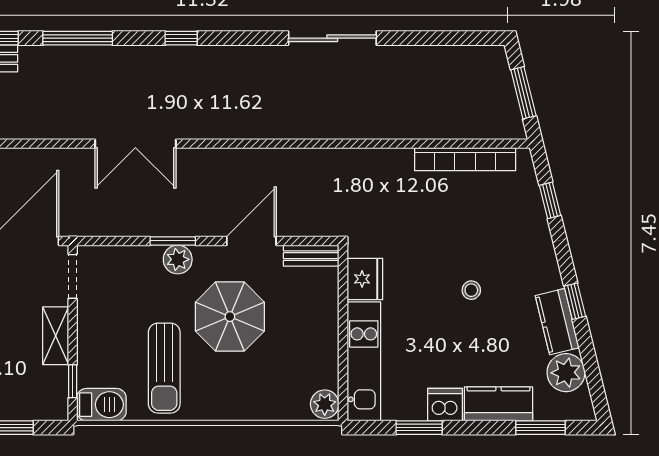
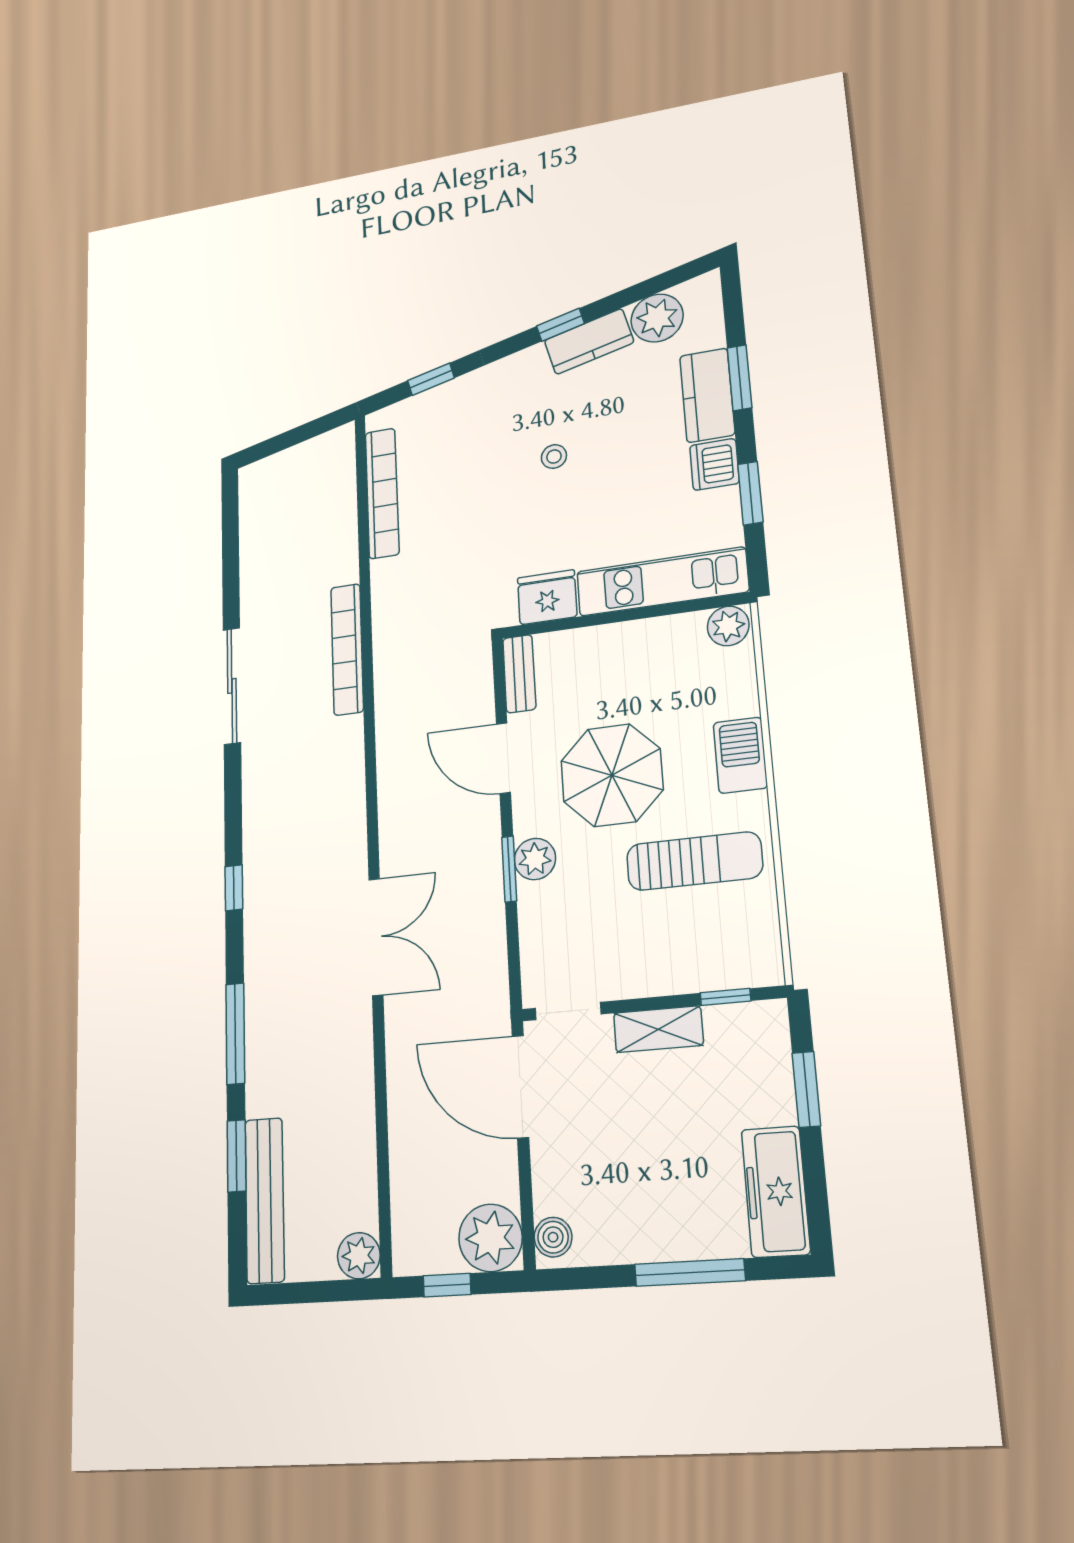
window: (523, 93) -> (296, 436), removed
bookcase: (348, 128) -> (347, 649), added
barbecue: (101, 405) -> (740, 755), moved
window: (540, 428) -> (740, 378), moved

